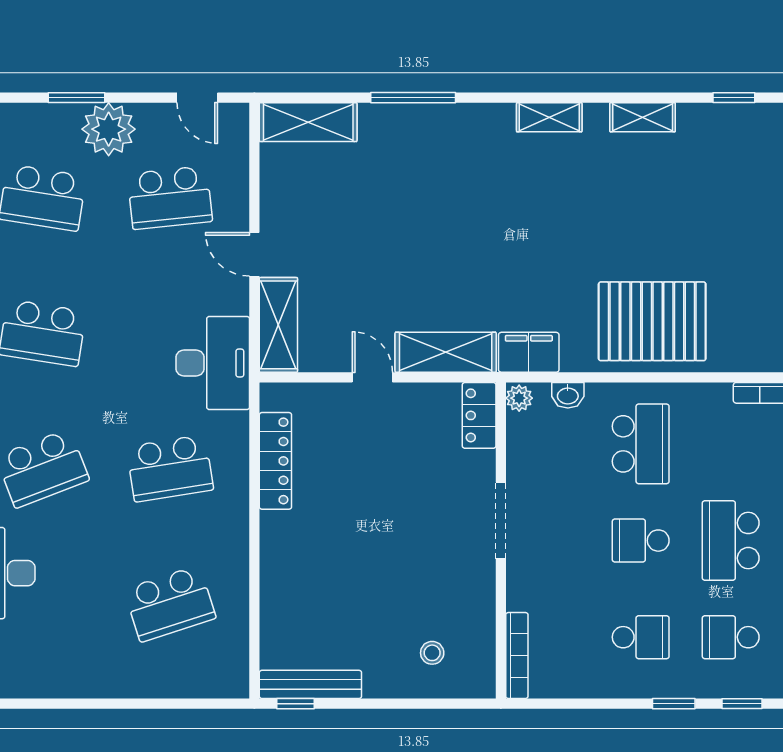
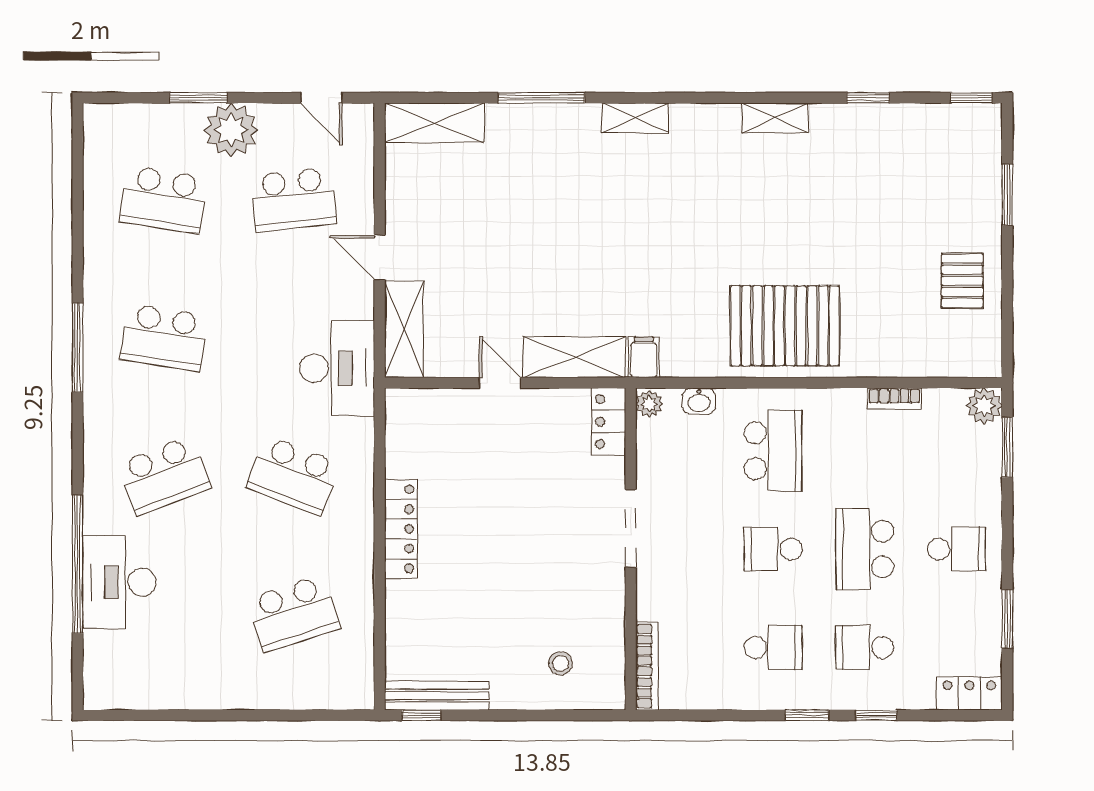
shelving: (549, 117) -> (635, 118), moved
filing cabinet: (529, 352) -> (644, 357), width x0.50
locker: (275, 461) -> (401, 529), moved
school desk: (170, 468) -> (293, 475), turned 30

